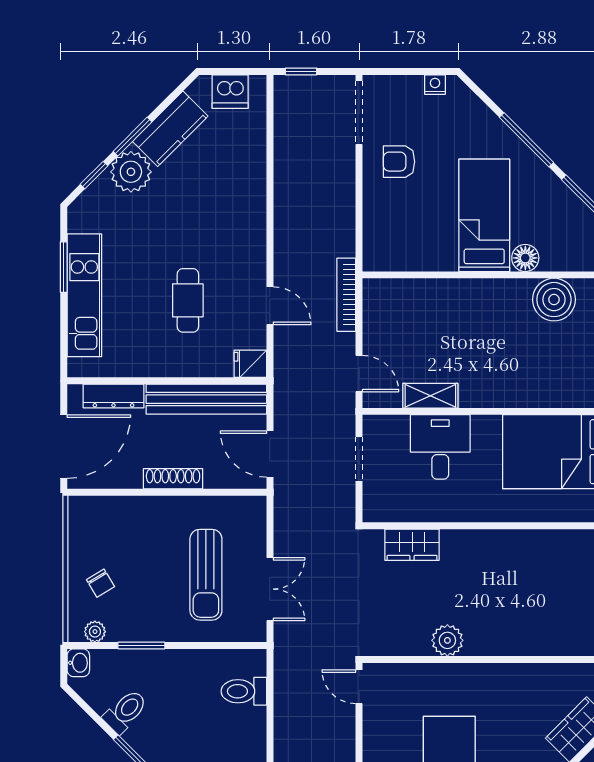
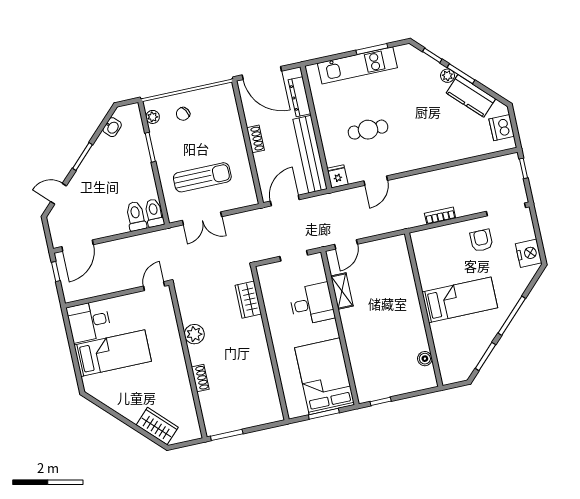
nightstand: (435, 85) -> (529, 253), width x1.89, depth x1.79
plant: (131, 172) -> (447, 76), width x0.53, depth x0.53
floor lamp: (525, 258) -> (439, 331), removed
bookcase: (346, 295) -> (440, 216), moved, width x0.64
boiler: (554, 300) -> (425, 359), width x0.54, depth x0.54
shoe rack: (173, 479) -> (256, 139), width x0.70
sun lounger: (206, 575) -> (202, 177), turned 180
shoe rack: (518, 646) -> (200, 378), added
washbasin: (78, 663) -> (112, 127), moved, turned -45
toilet: (125, 711) -> (154, 213), moved, turned -135

